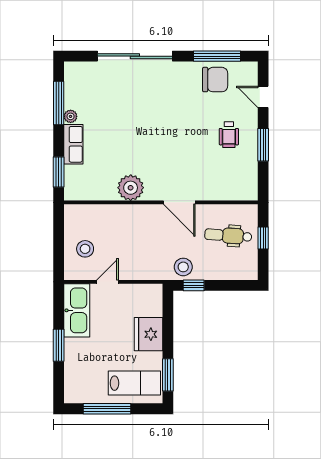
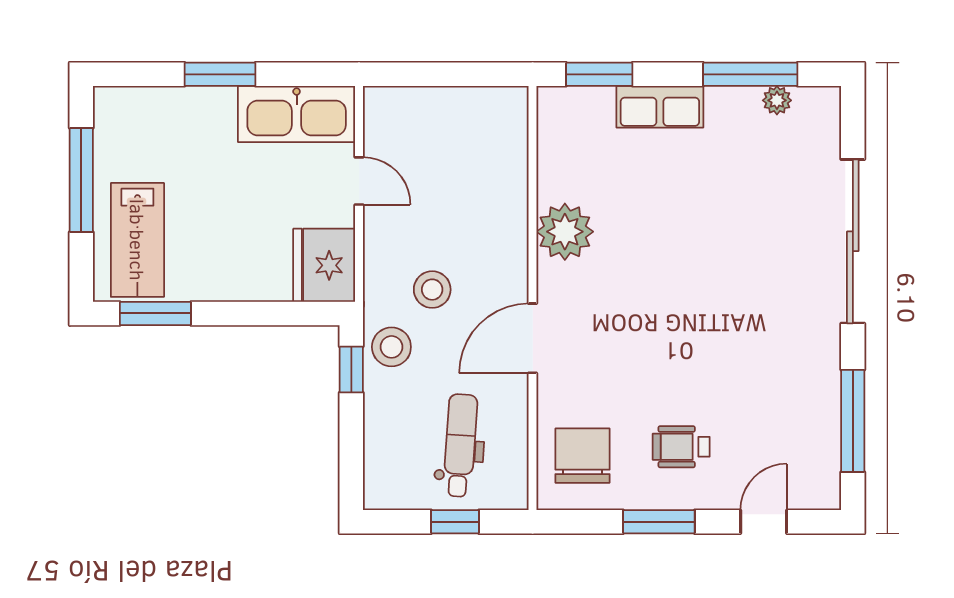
chair: (215, 80) -> (582, 456), moved, turned 180
plant: (71, 116) -> (777, 100), moved
stool: (85, 249) -> (432, 290), moved
fridge: (148, 334) -> (324, 265), moved, turned -90

